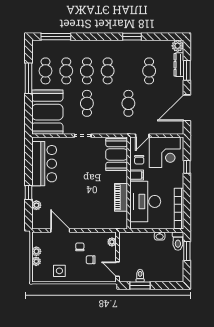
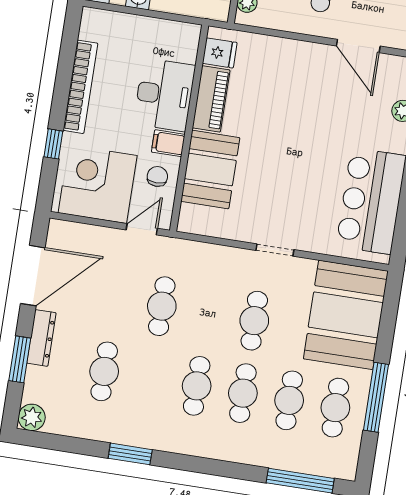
dresser: (179, 65) -> (41, 338), moved
booth: (117, 154) -> (210, 170), moved
desk: (145, 201) -> (164, 95), width x0.73, depth x0.77
bookcase: (179, 208) -> (80, 87), moved
fridge: (120, 218) -> (220, 53), added

